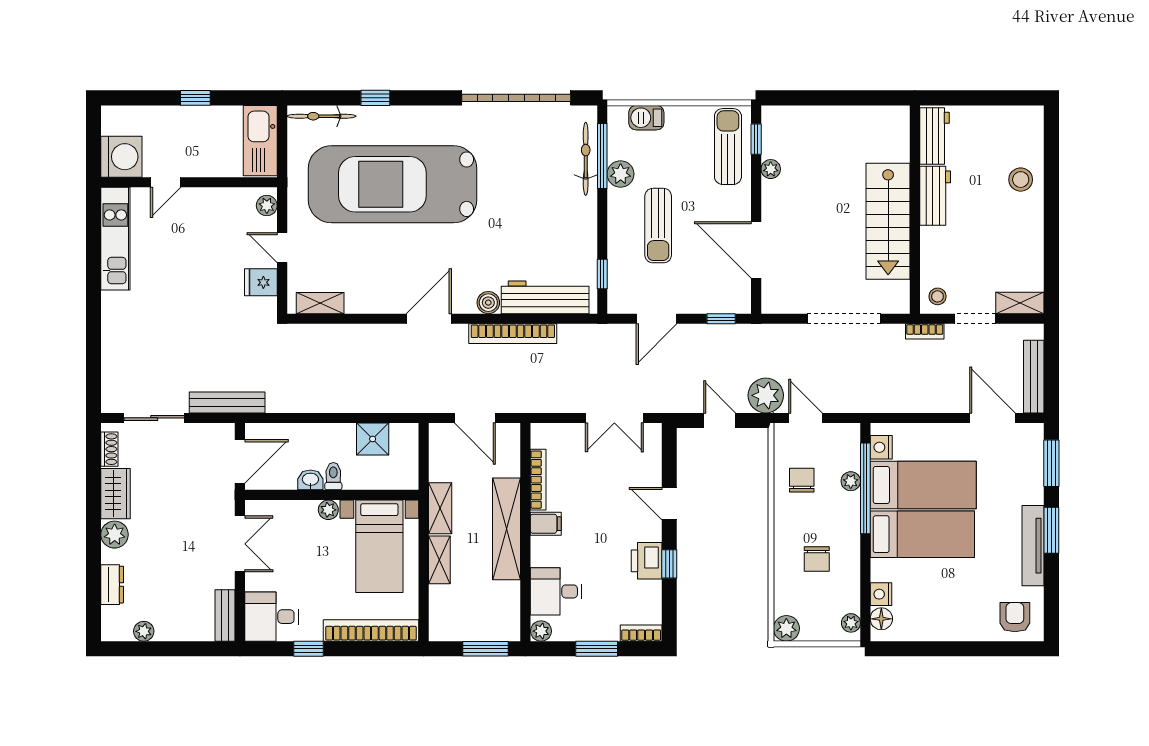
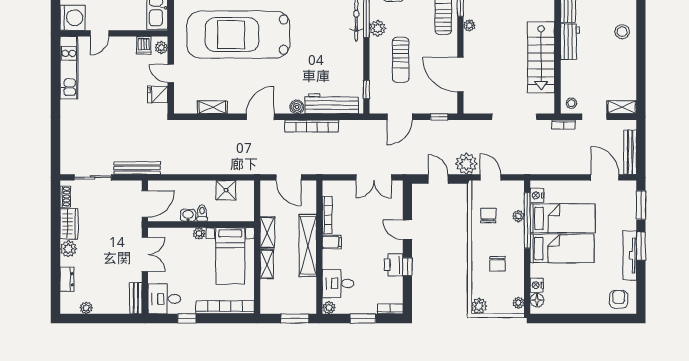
dishwasher: (238, 202) -> (144, 45), added
shelving: (320, 303) -> (212, 107), moved

